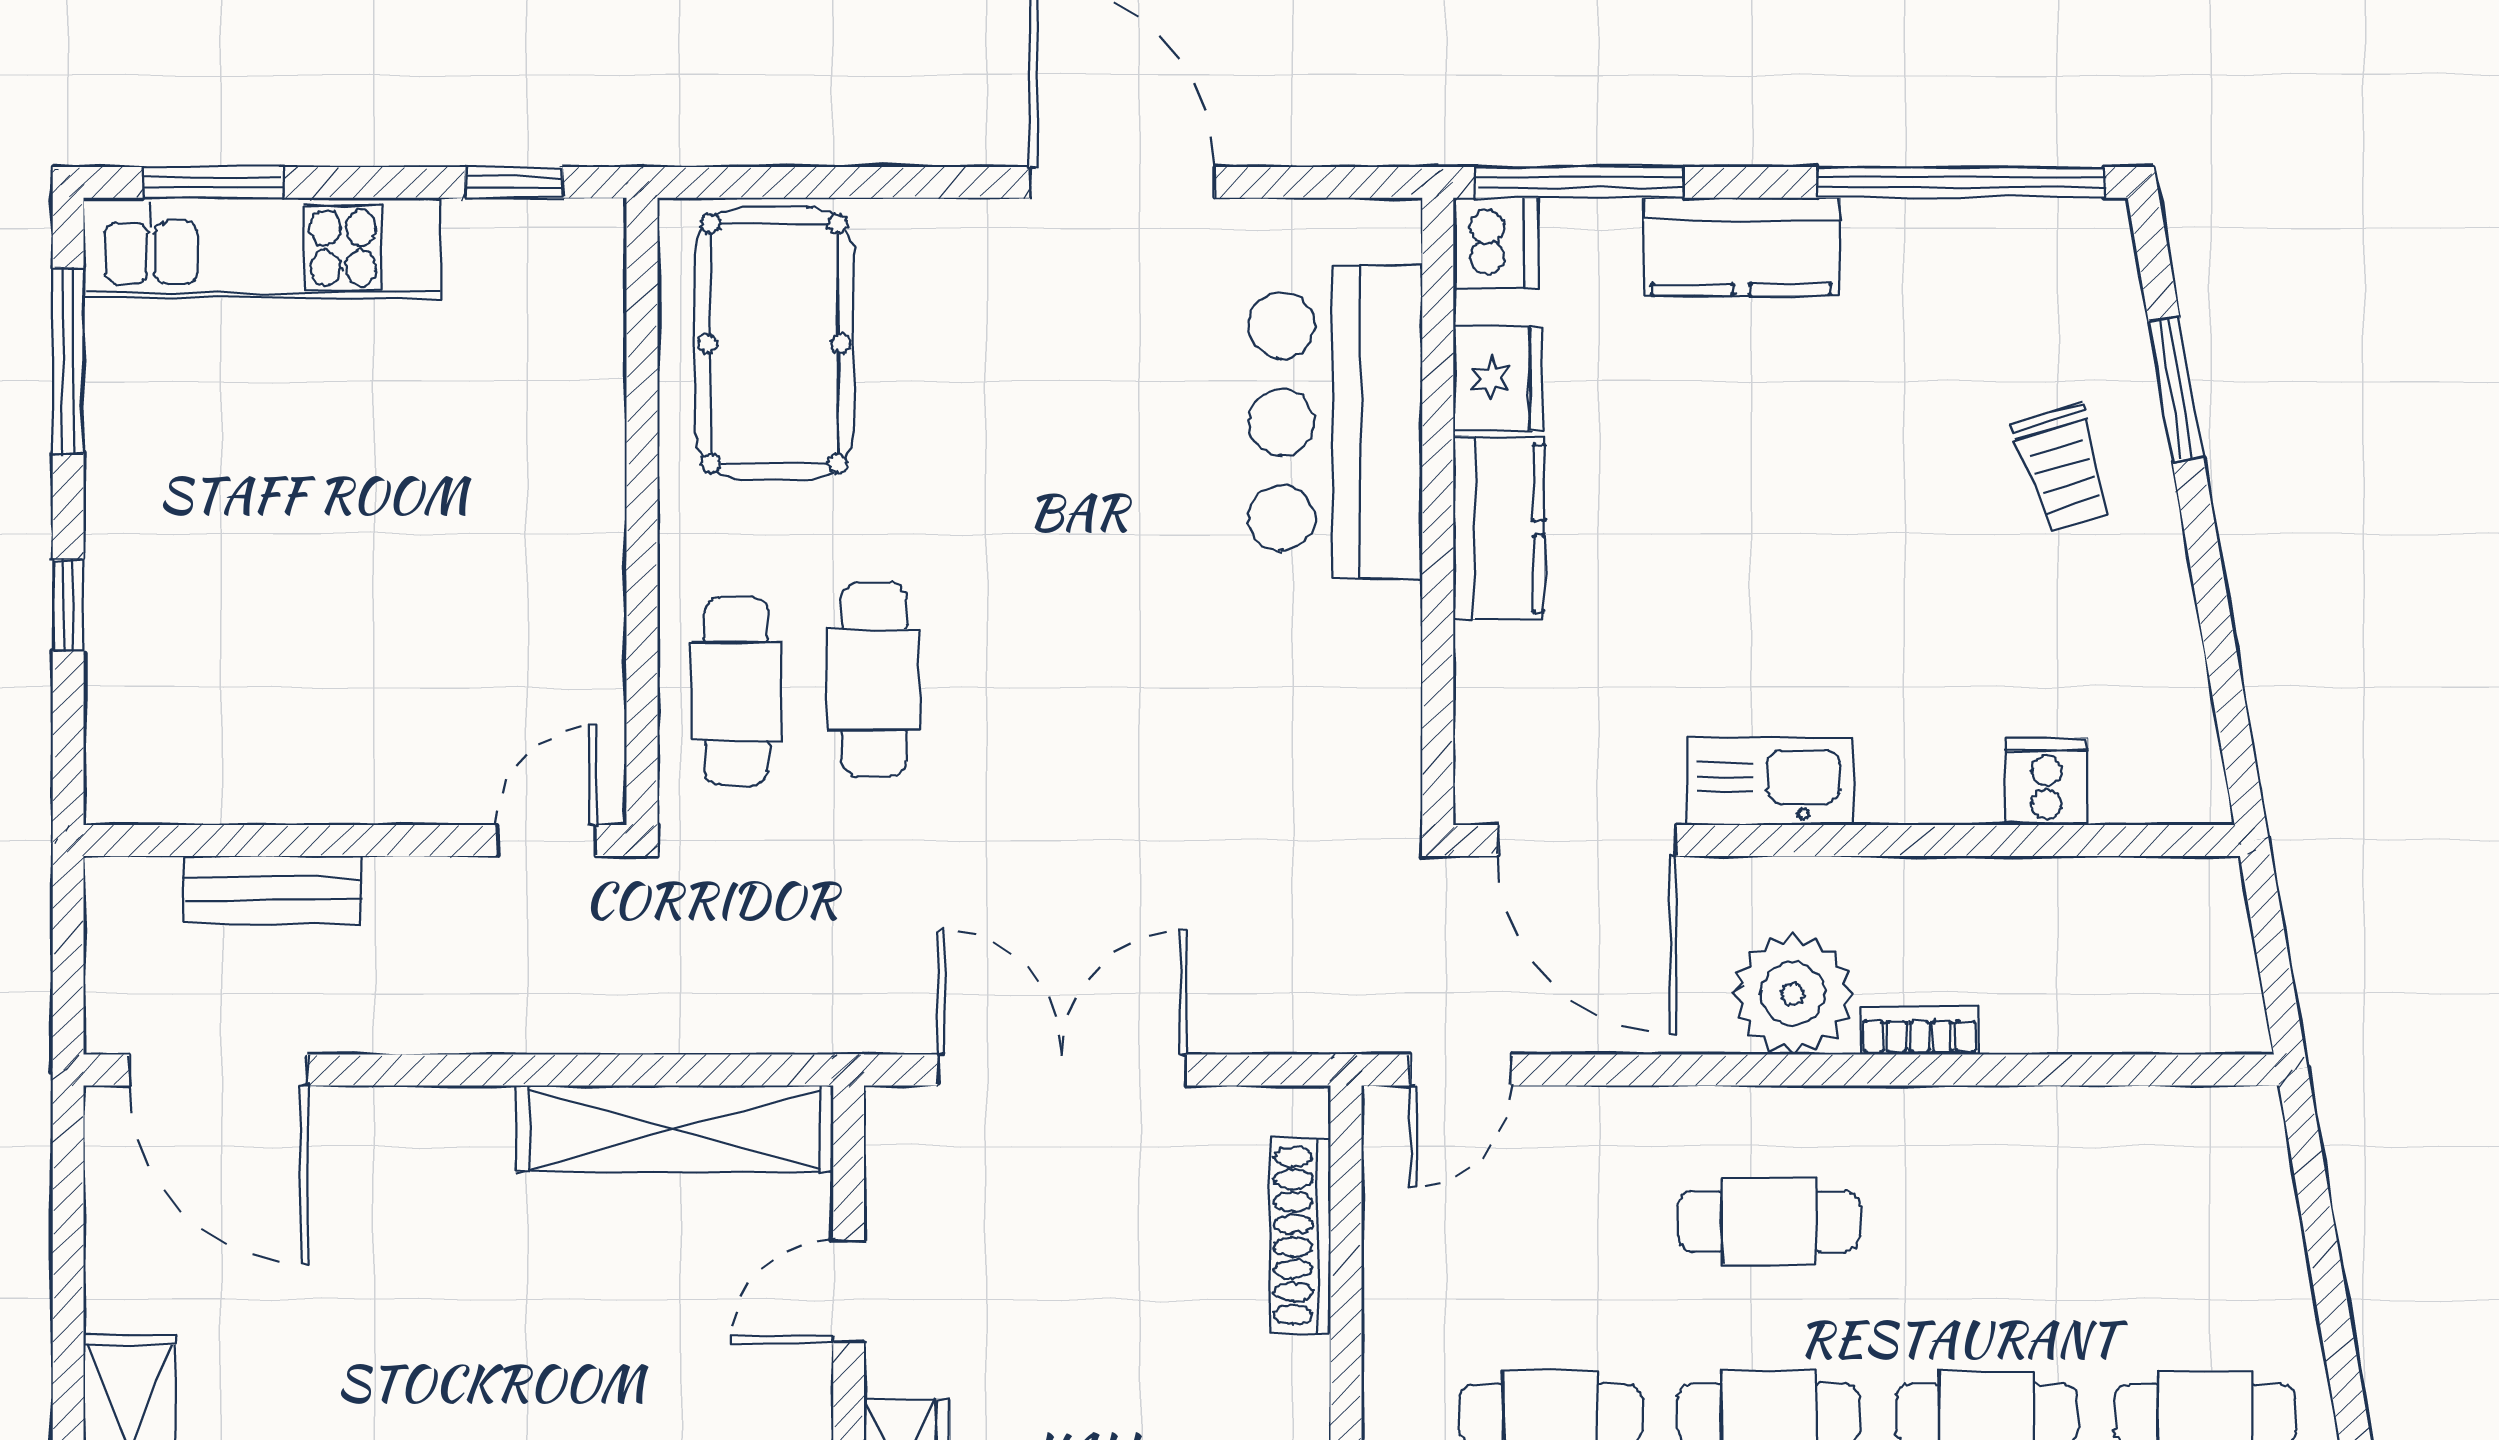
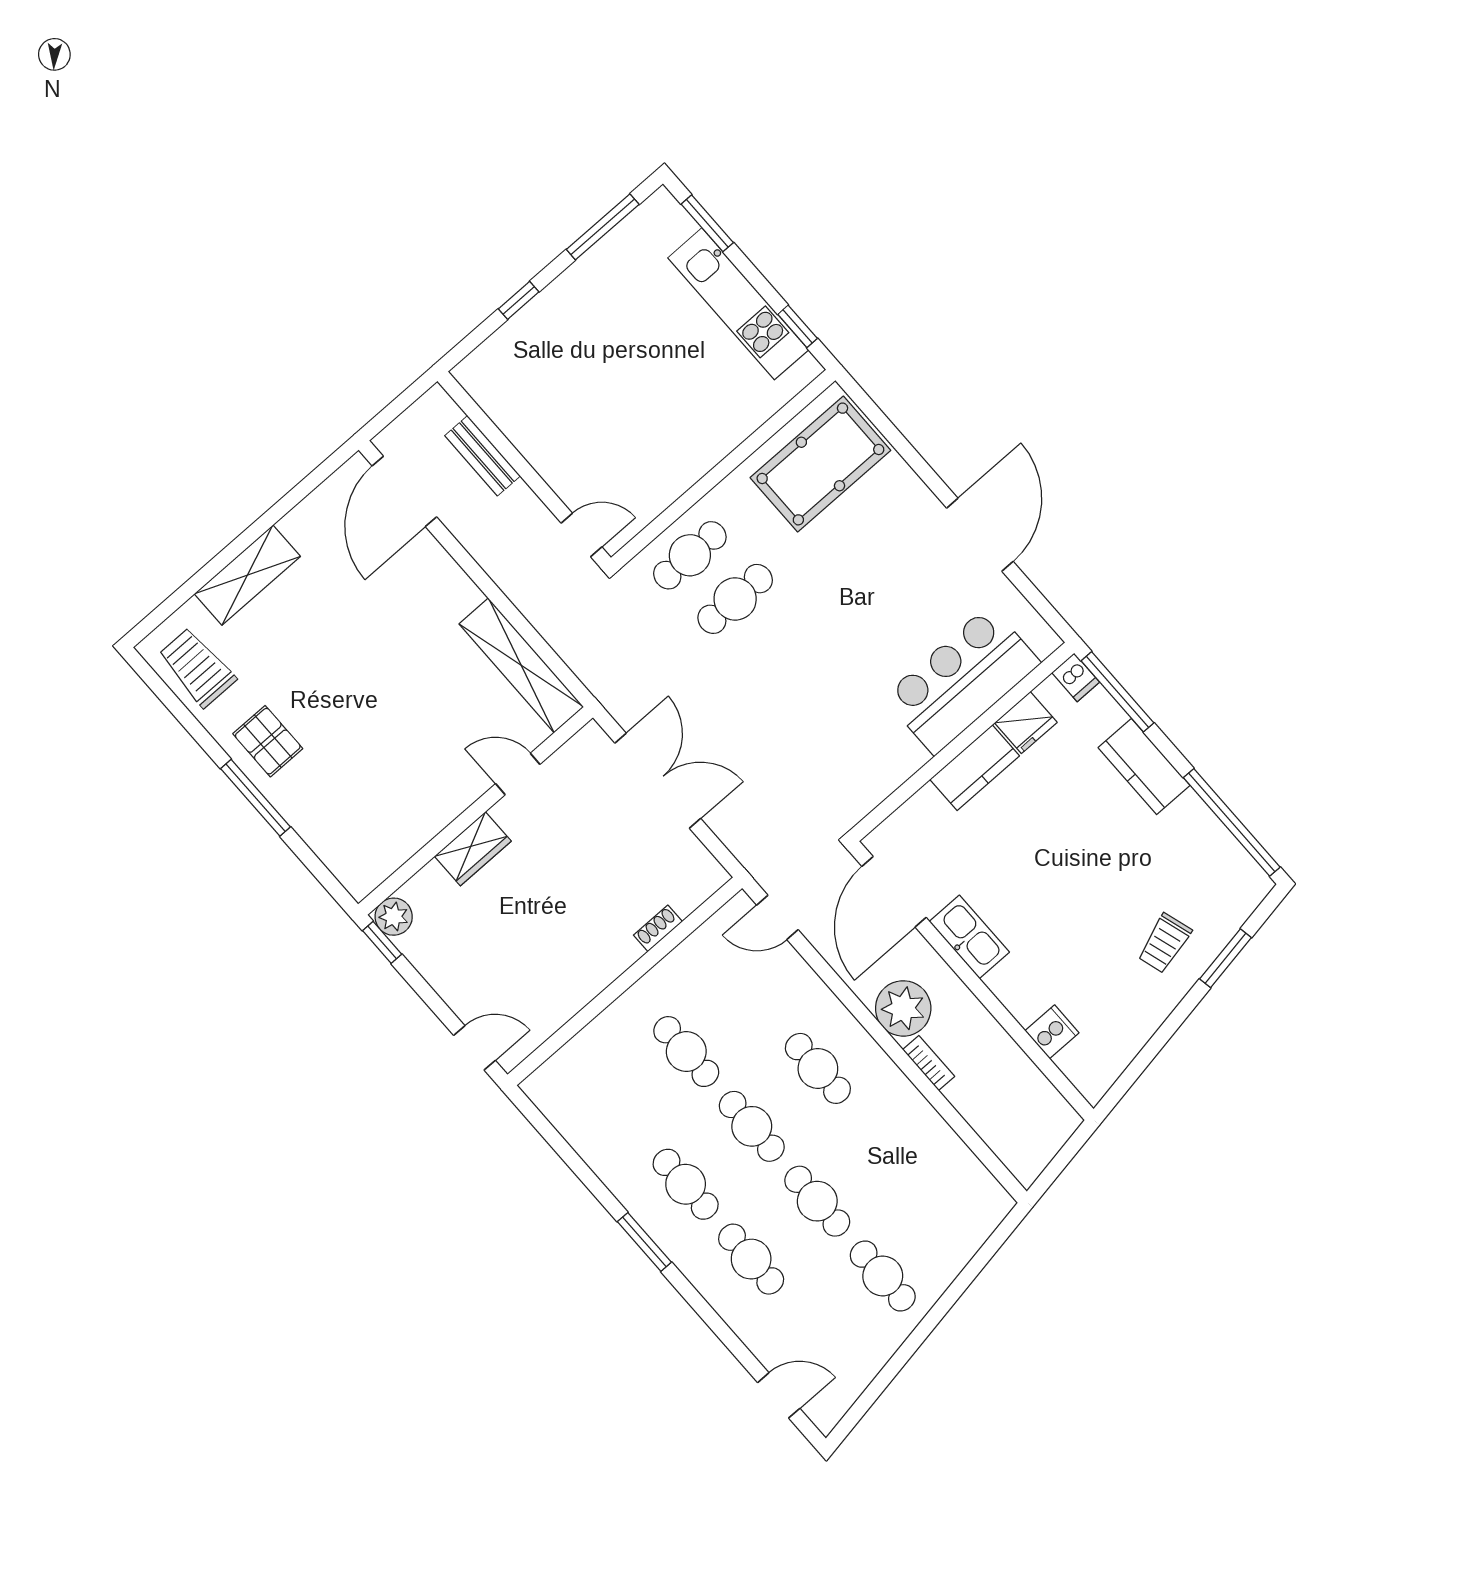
dishwasher: (1496, 243) -> (1076, 677), width x0.73
kitchen unit: (261, 248) -> (738, 304), moved
shoe rack: (1300, 1236) -> (658, 928), width x0.51, depth x0.81

